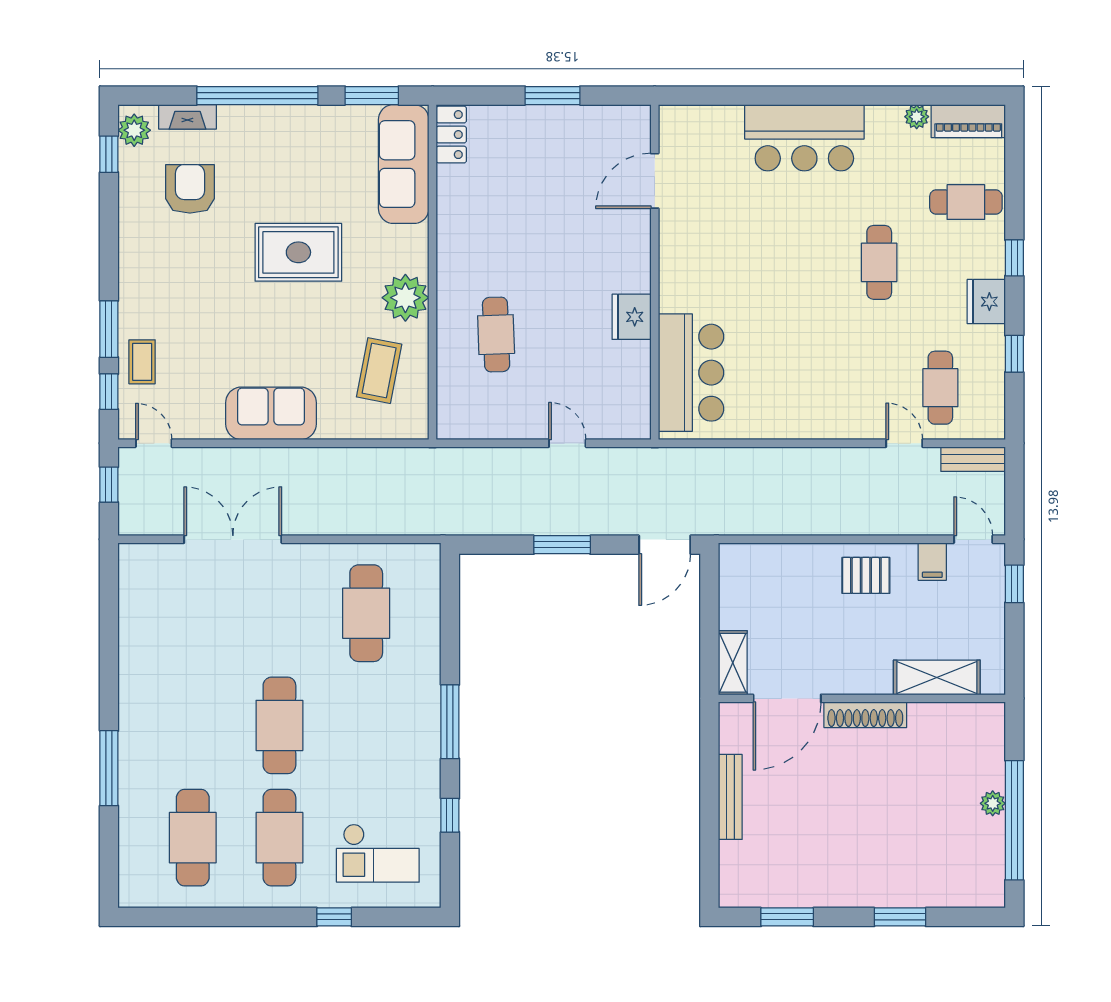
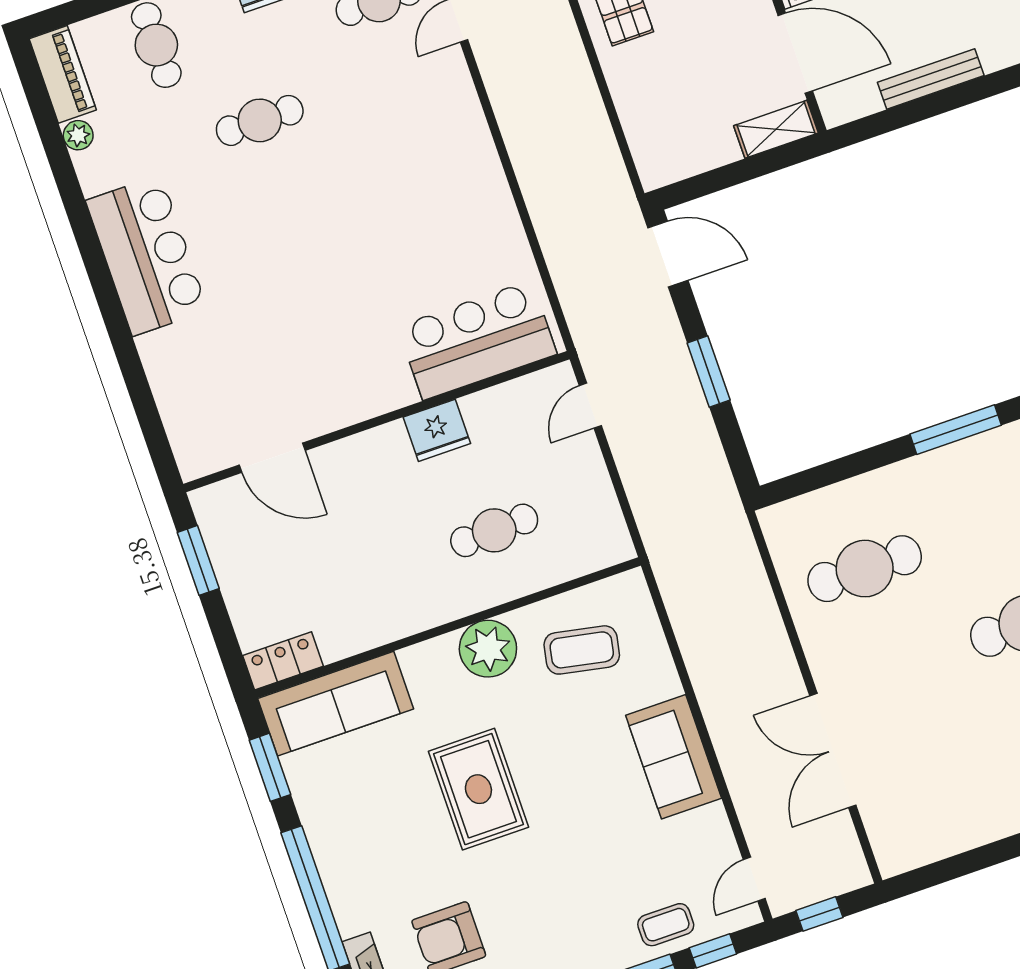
door: (655, 181) -> (272, 458), moved
wall: (655, 272) -> (376, 422), moved
fridge: (632, 317) -> (437, 430), moved
bar counter: (691, 373) -> (477, 340), moved

